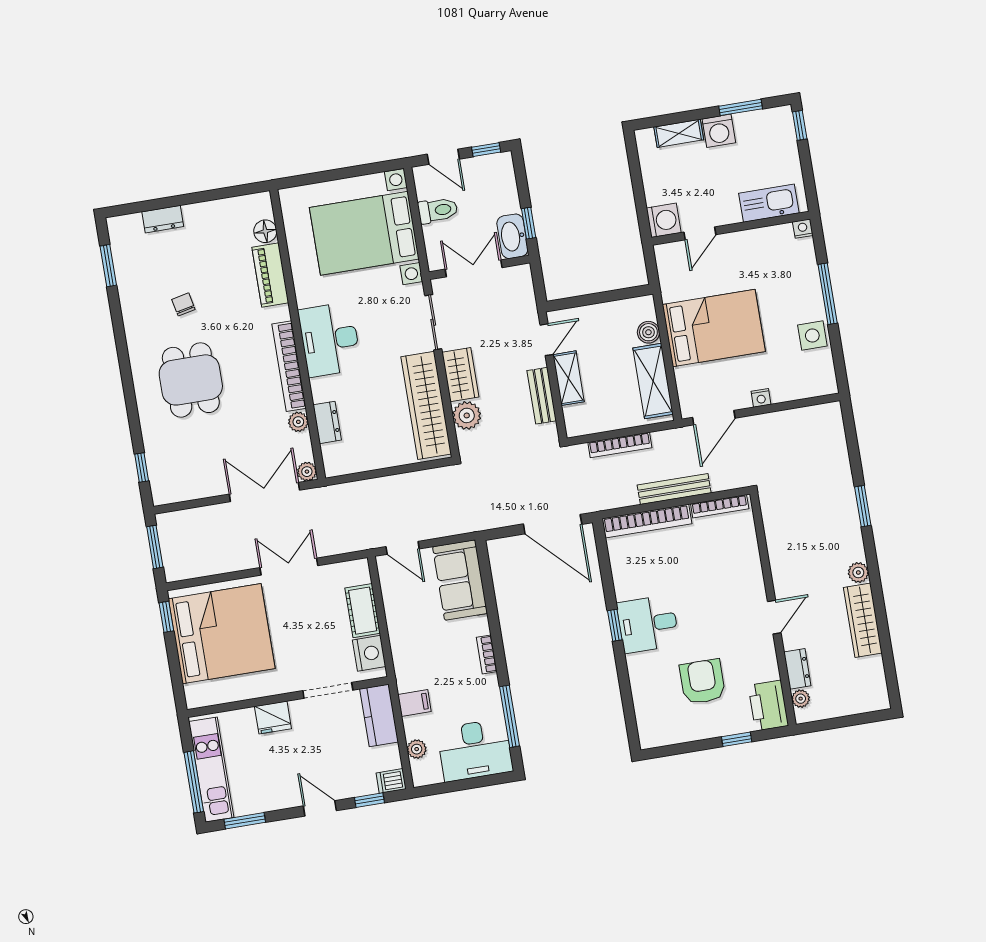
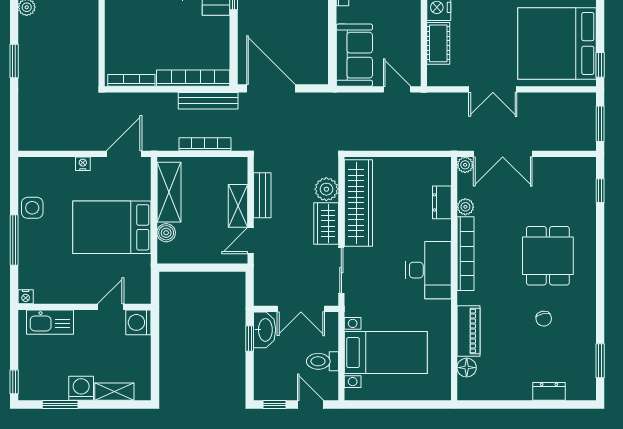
bed with nightstands: (364, 233) -> (386, 353), width x0.73
bench: (674, 489) -> (208, 101), moved

